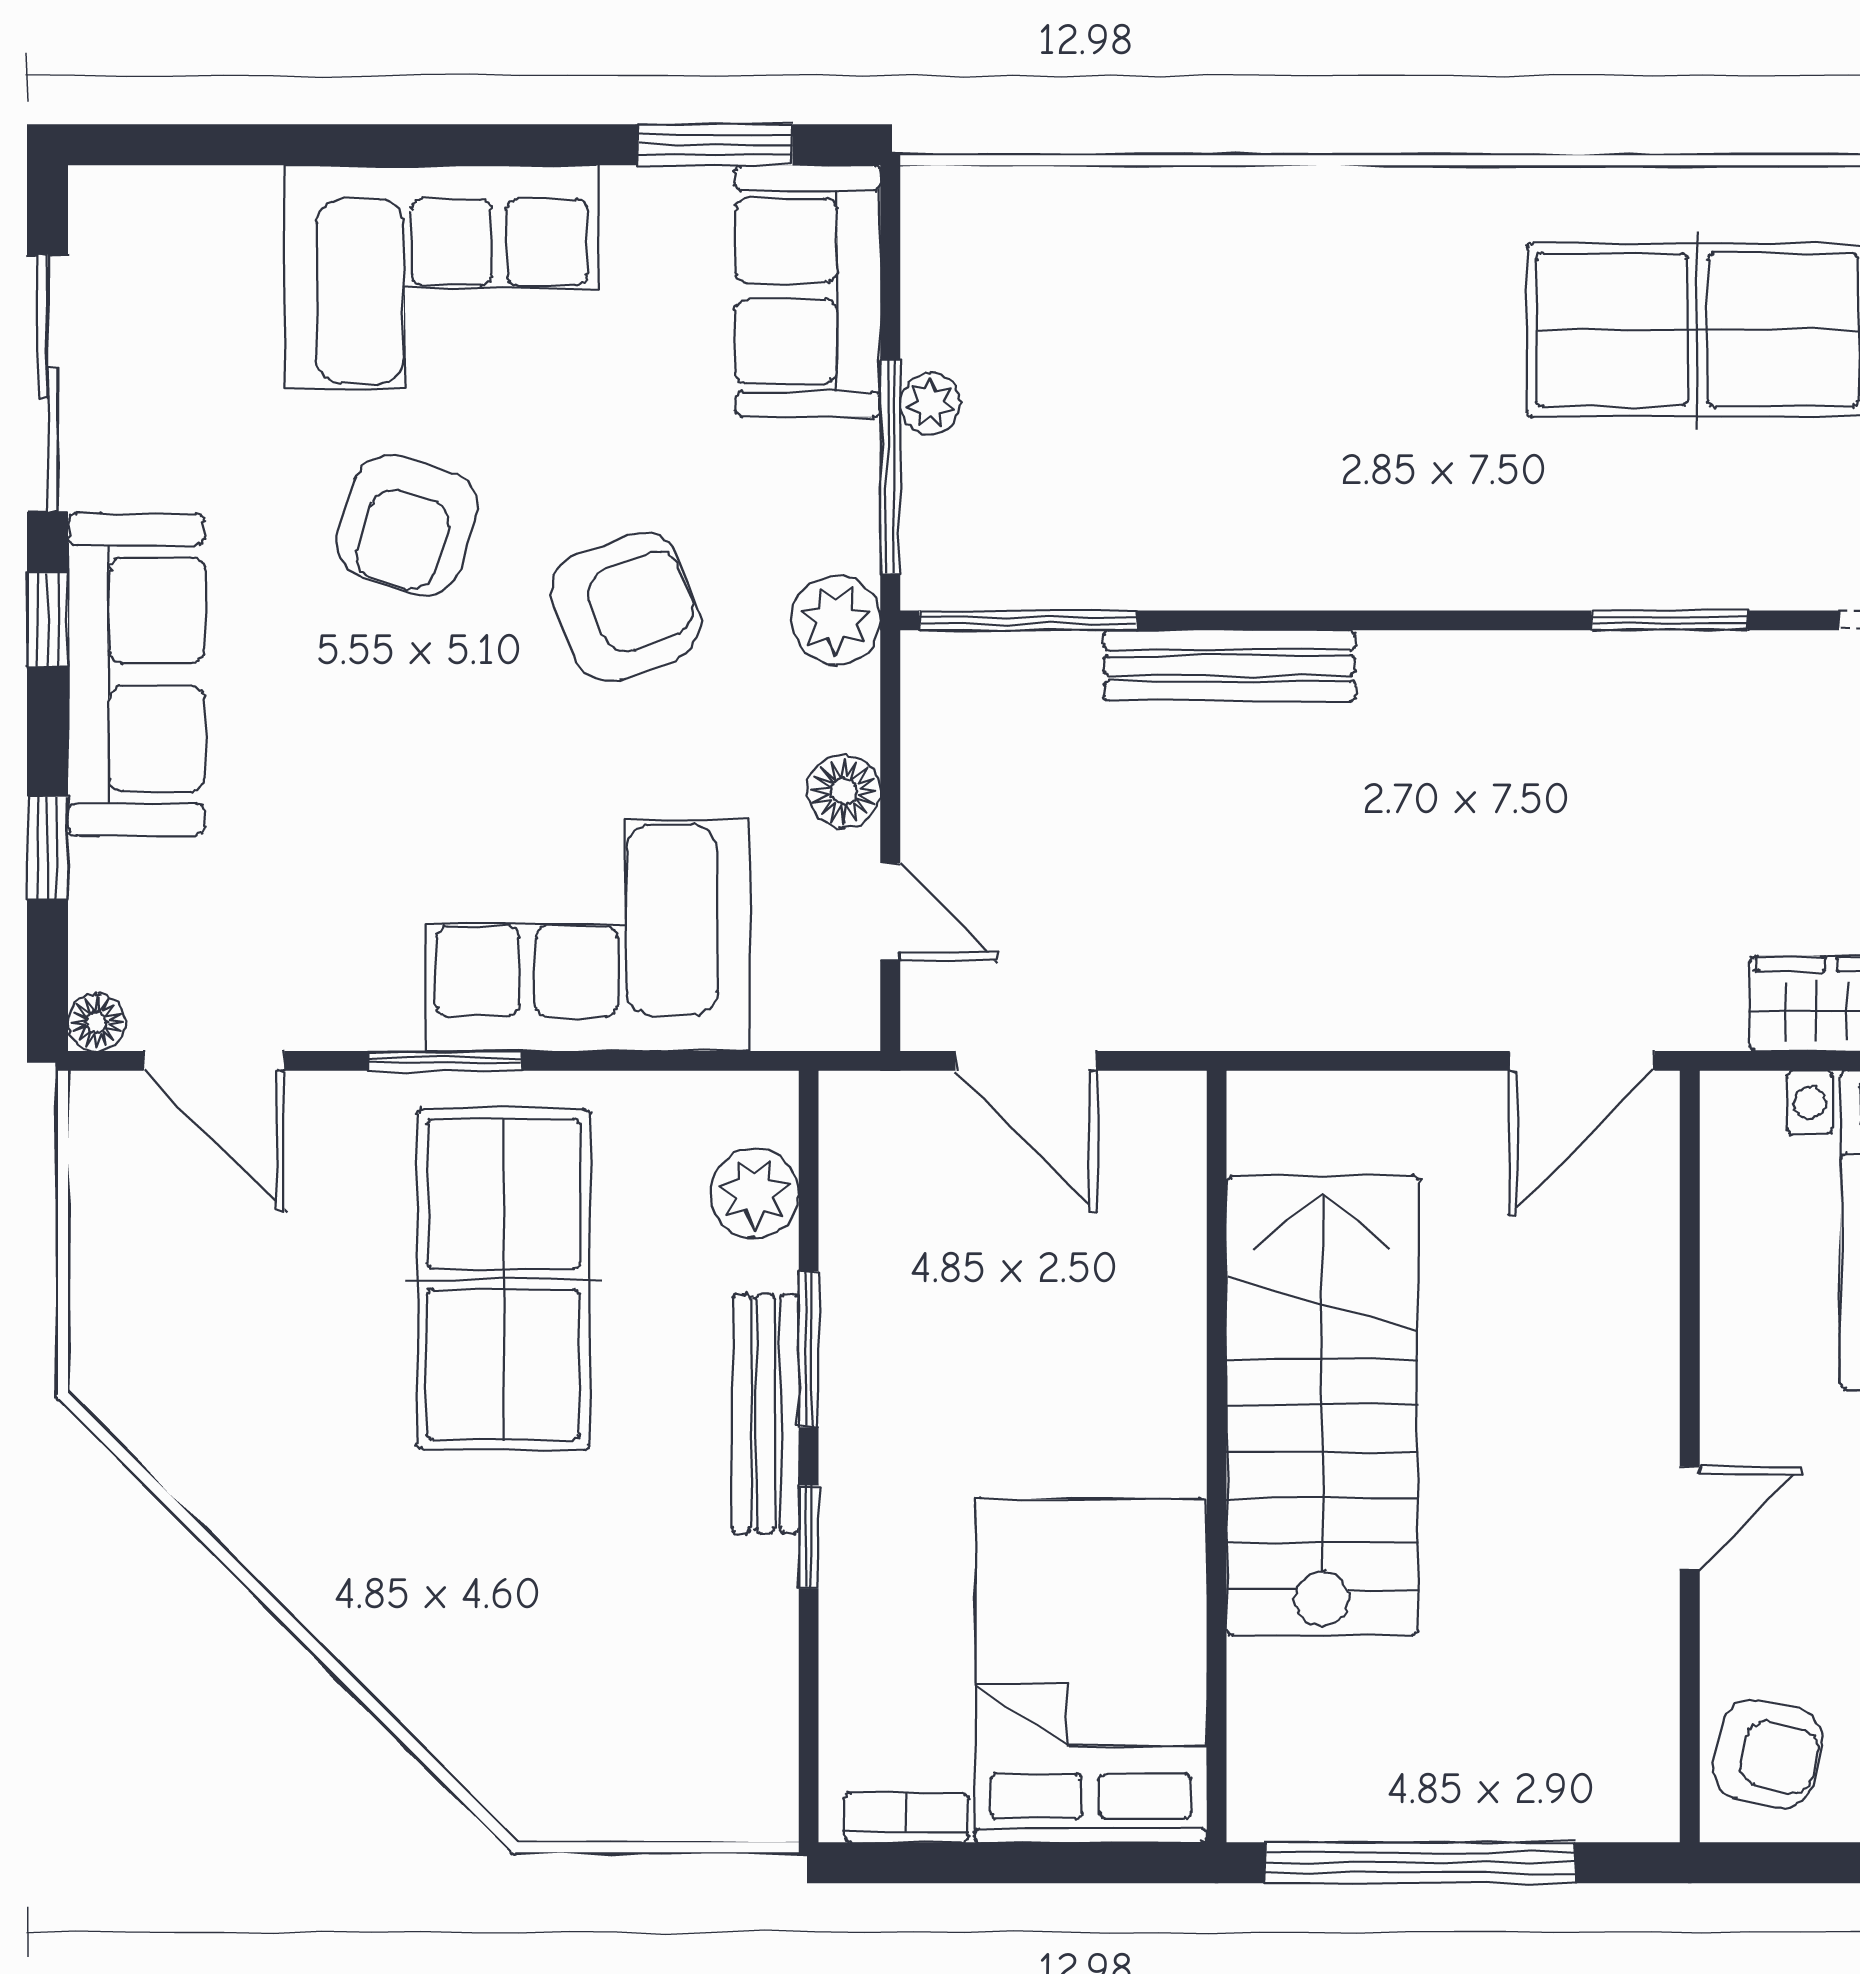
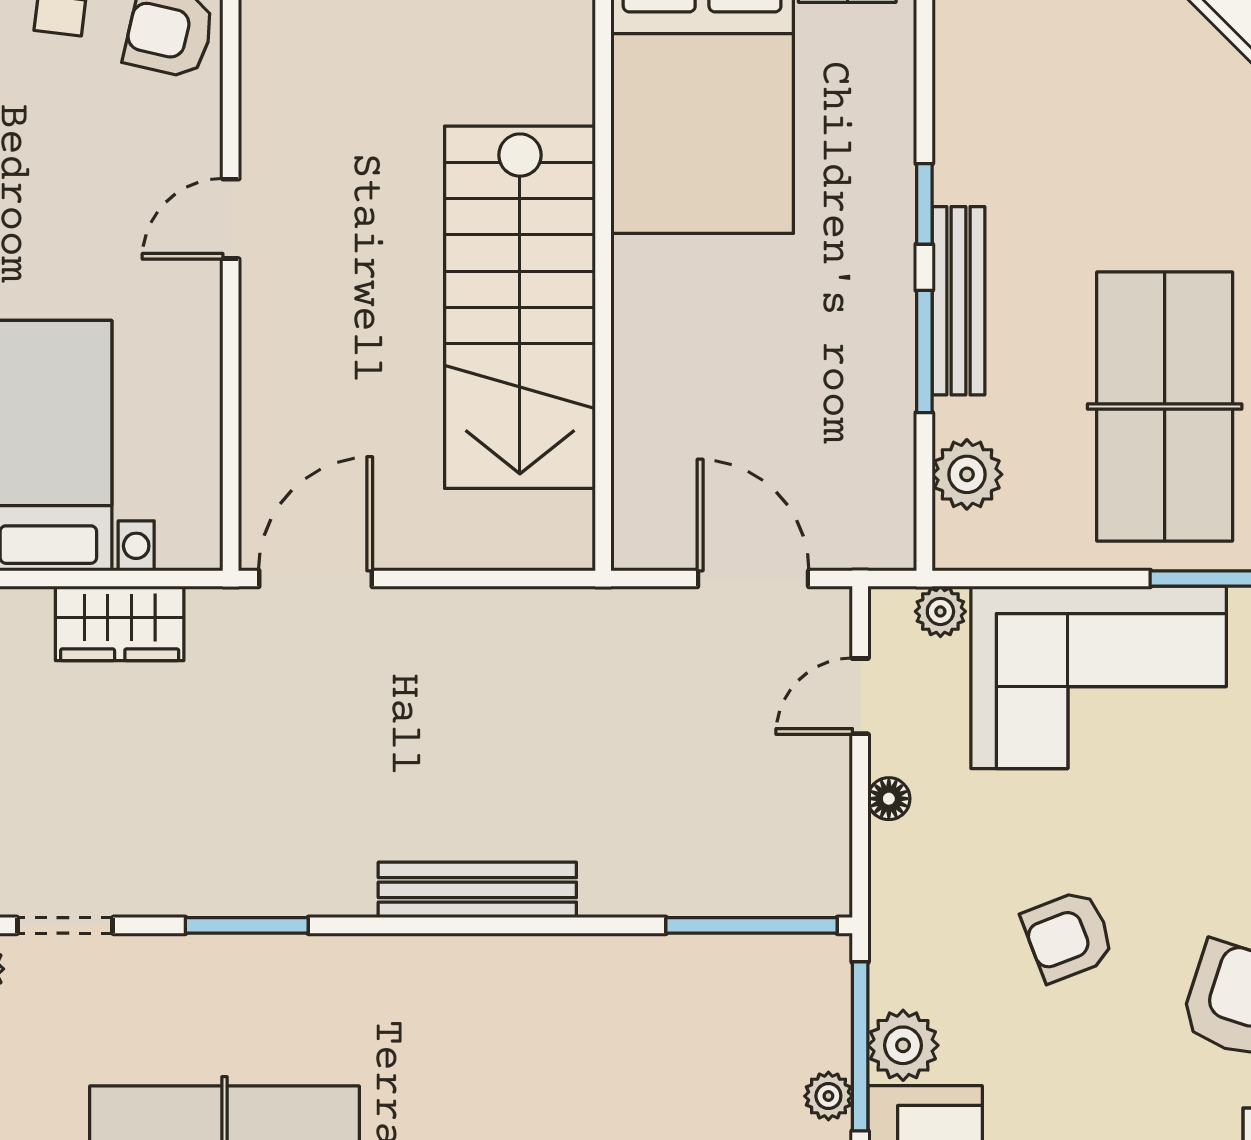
armchair: (626, 607) -> (1068, 936), width x0.72, depth x0.72
plant: (836, 620) -> (903, 1045), moved
bench: (1229, 665) -> (477, 890), moved
floor lamp: (844, 791) -> (889, 799), width x0.73, depth x0.73
door: (890, 911) -> (860, 696), hinge flipped
plant: (788, 1019) -> (940, 611), added

